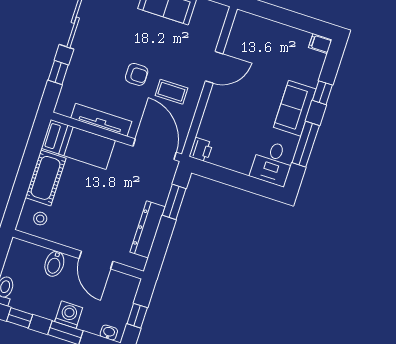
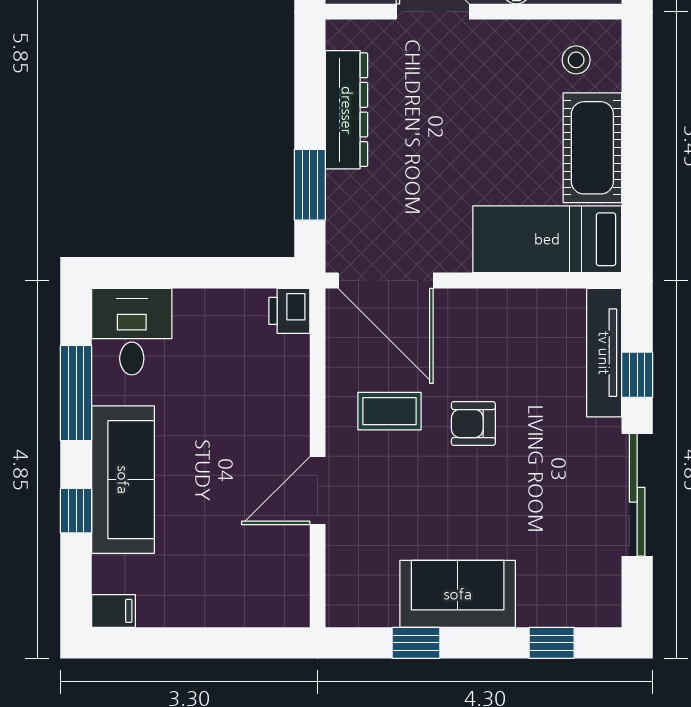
sofa: (295, 108) -> (123, 480), width x1.36
tv unit: (101, 120) -> (604, 353), moved, turned 90

